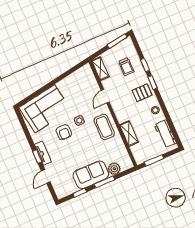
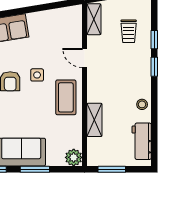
pallet: (142, 93) -> (135, 74), removed
door: (105, 96) -> (85, 58), hinge flipped
plant: (114, 169) -> (74, 157), moved

